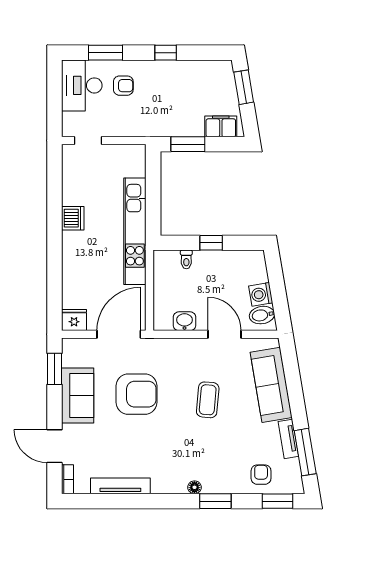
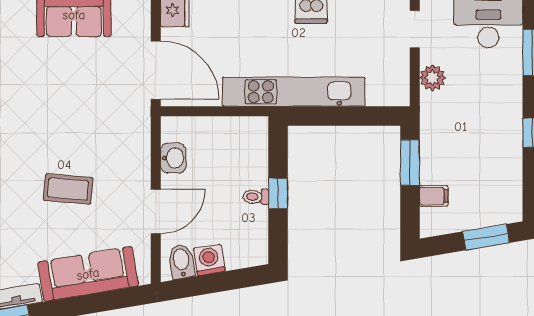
armchair: (123, 86) -> (488, 76), removed
filing cabinet: (221, 126) -> (434, 196), width x0.50
plant: (124, 127) -> (433, 78), added
toilet: (186, 259) -> (256, 197), moved
armchair: (136, 394) -> (76, 94), removed

